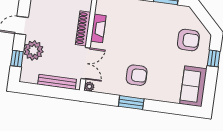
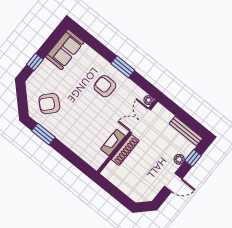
armchair: (188, 40) -> (49, 104), moved, turned -48
plant: (33, 50) -> (179, 159), width x0.53, depth x0.53
bench: (57, 82) -> (186, 131), moved

